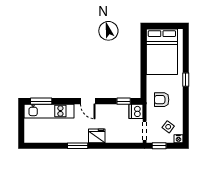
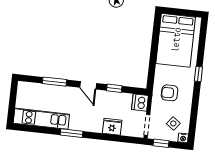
window: (41, 101) -> (55, 82), moved
window: (124, 101) -> (114, 88), moved
kitchen unit: (49, 111) -> (41, 119), moved, turned 180
fridge: (97, 136) -> (112, 127), moved

